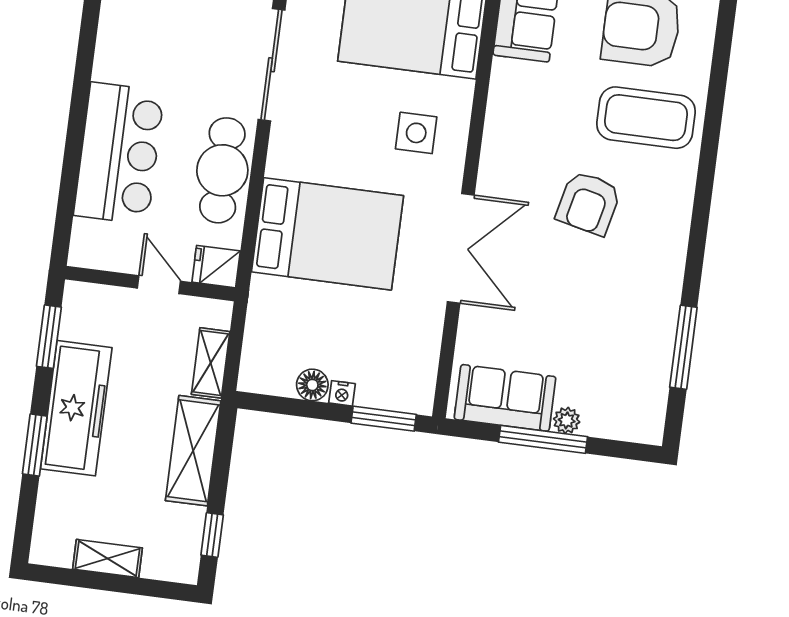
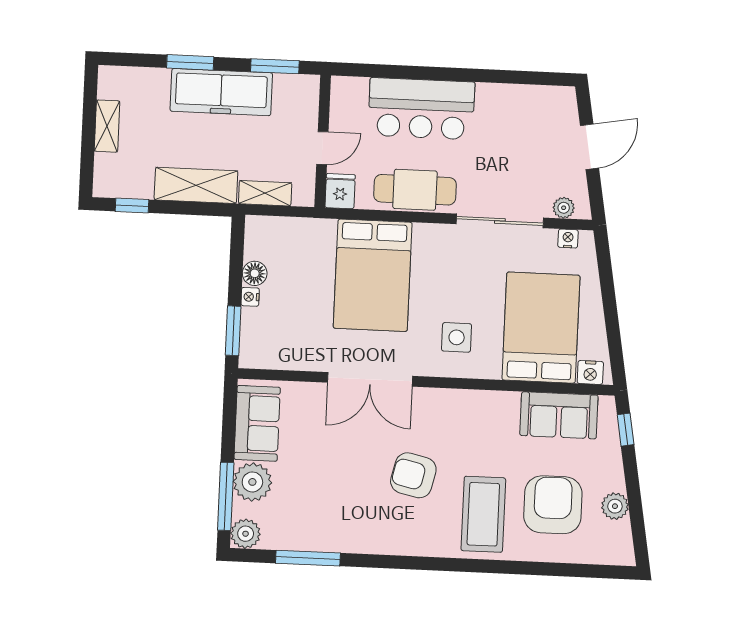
plant: (567, 420) -> (252, 482), width x1.88, depth x1.88
plant: (645, 425) -> (246, 534), added
window: (543, 439) -> (226, 496), moved

